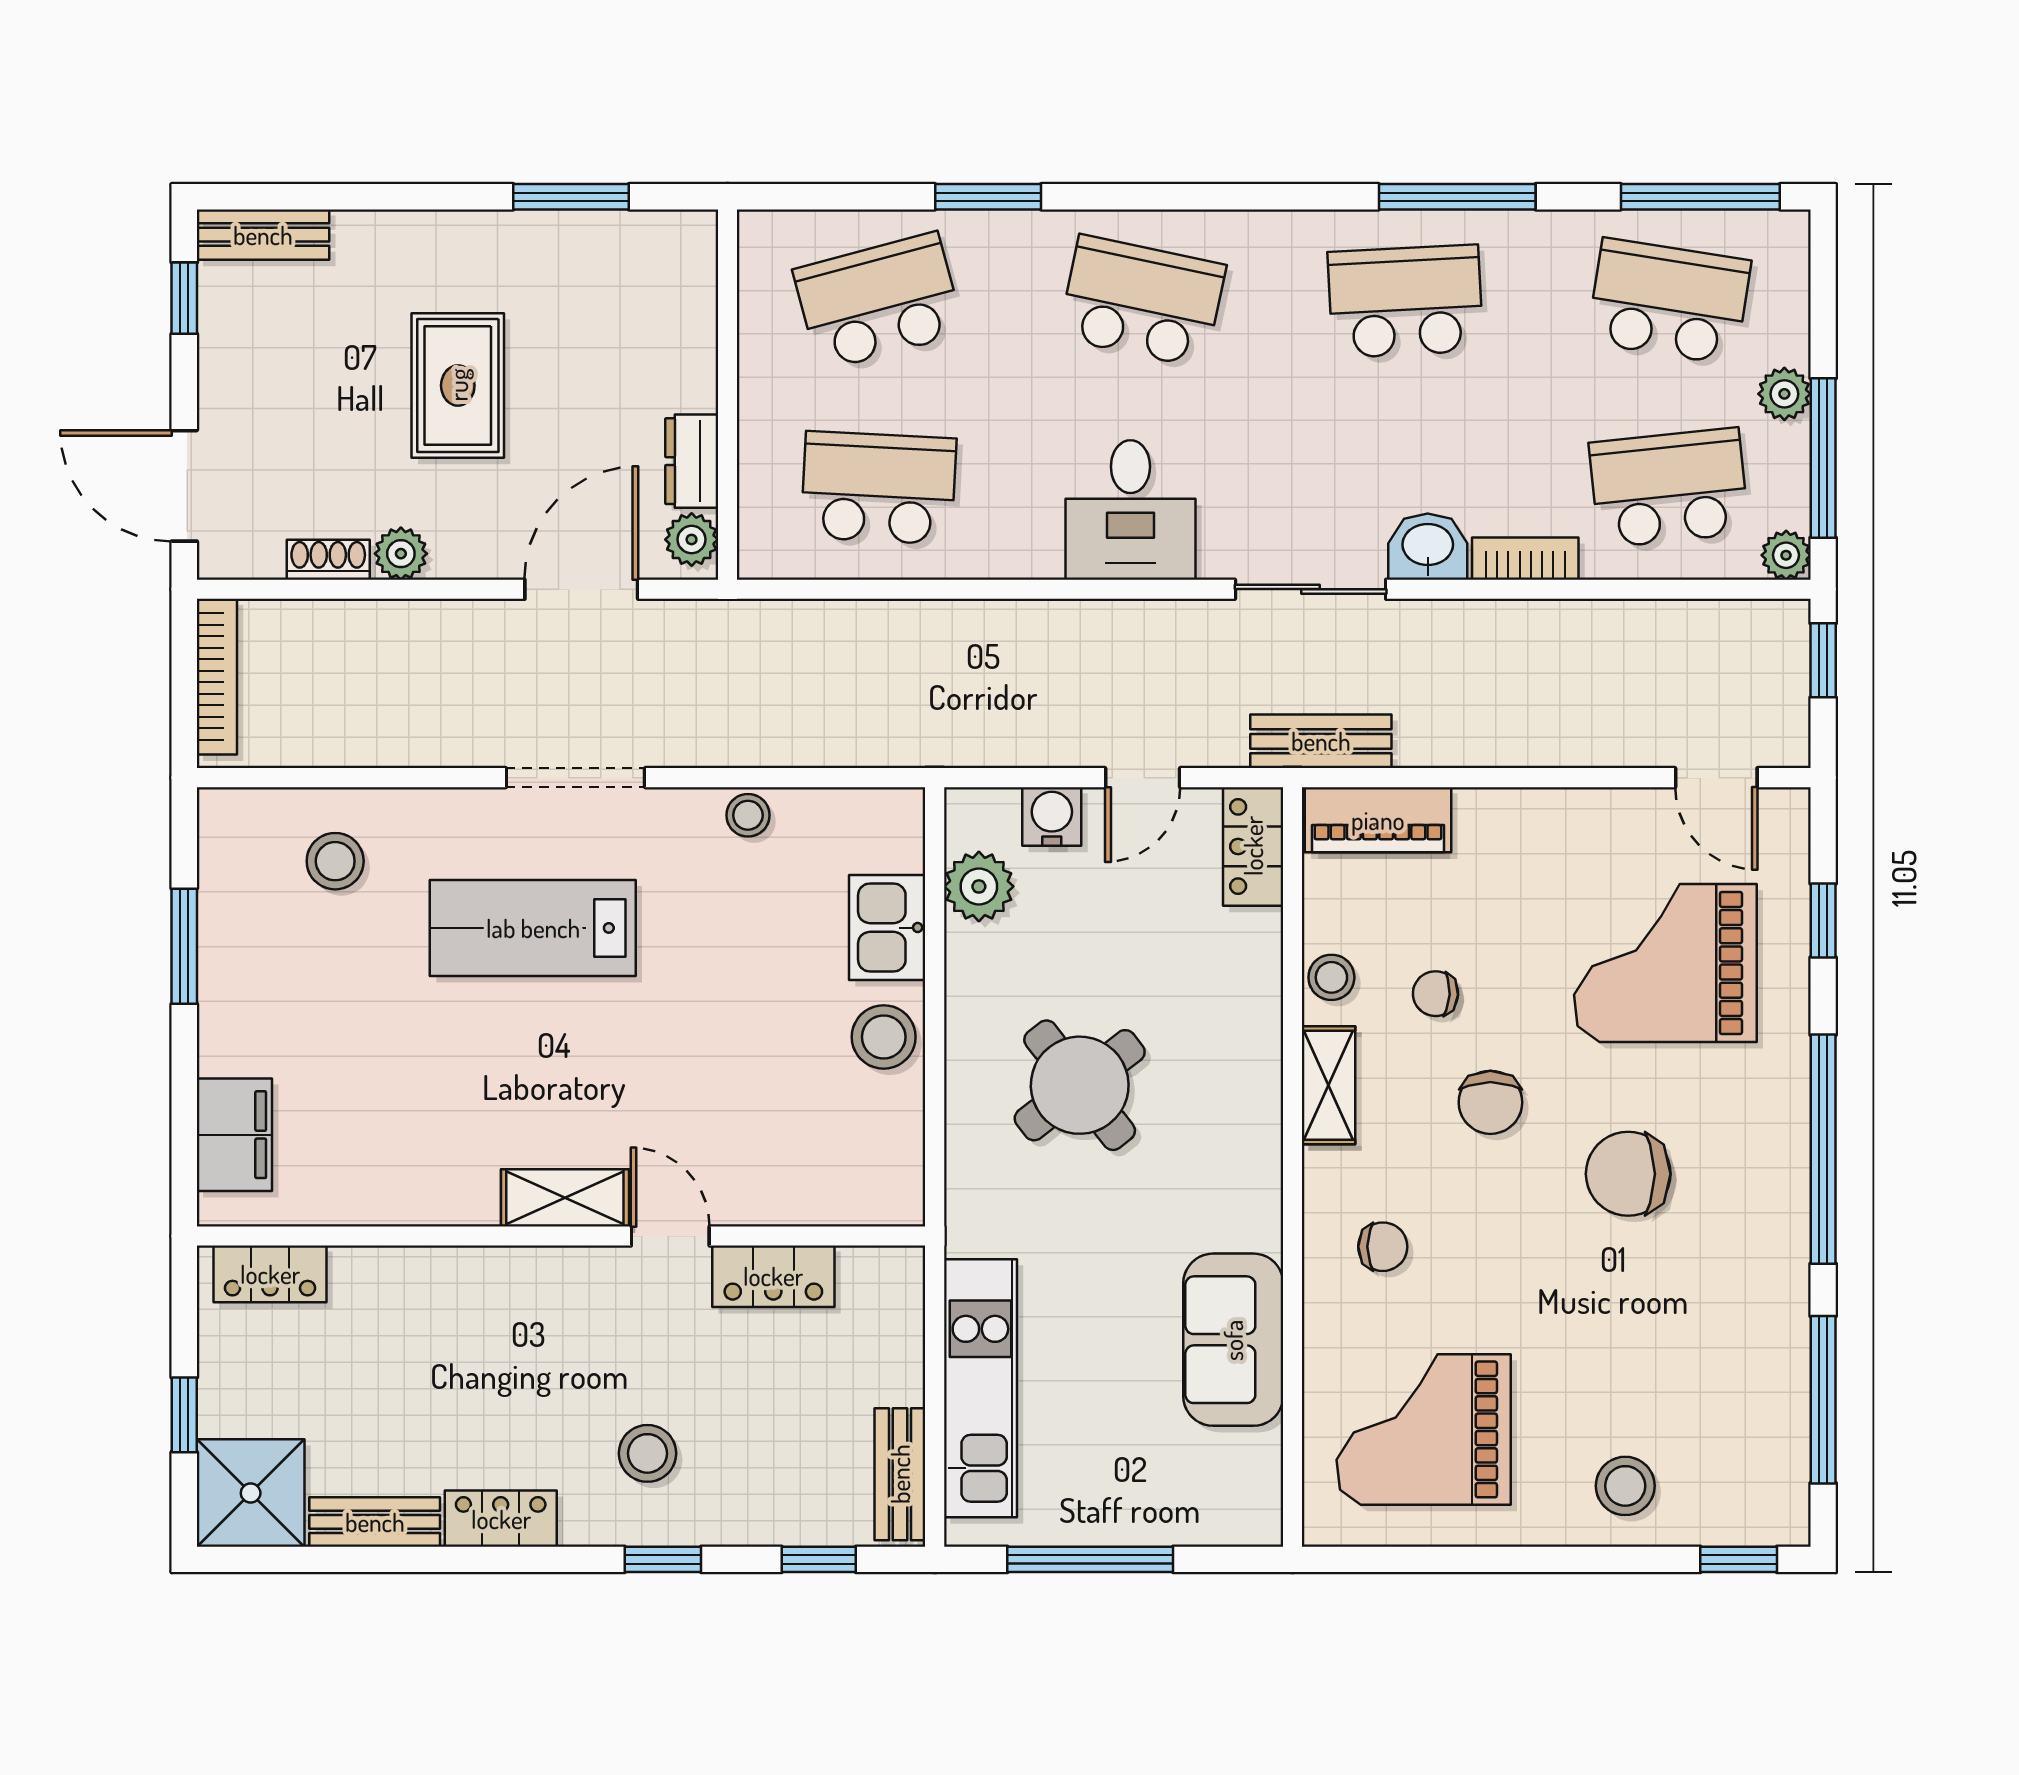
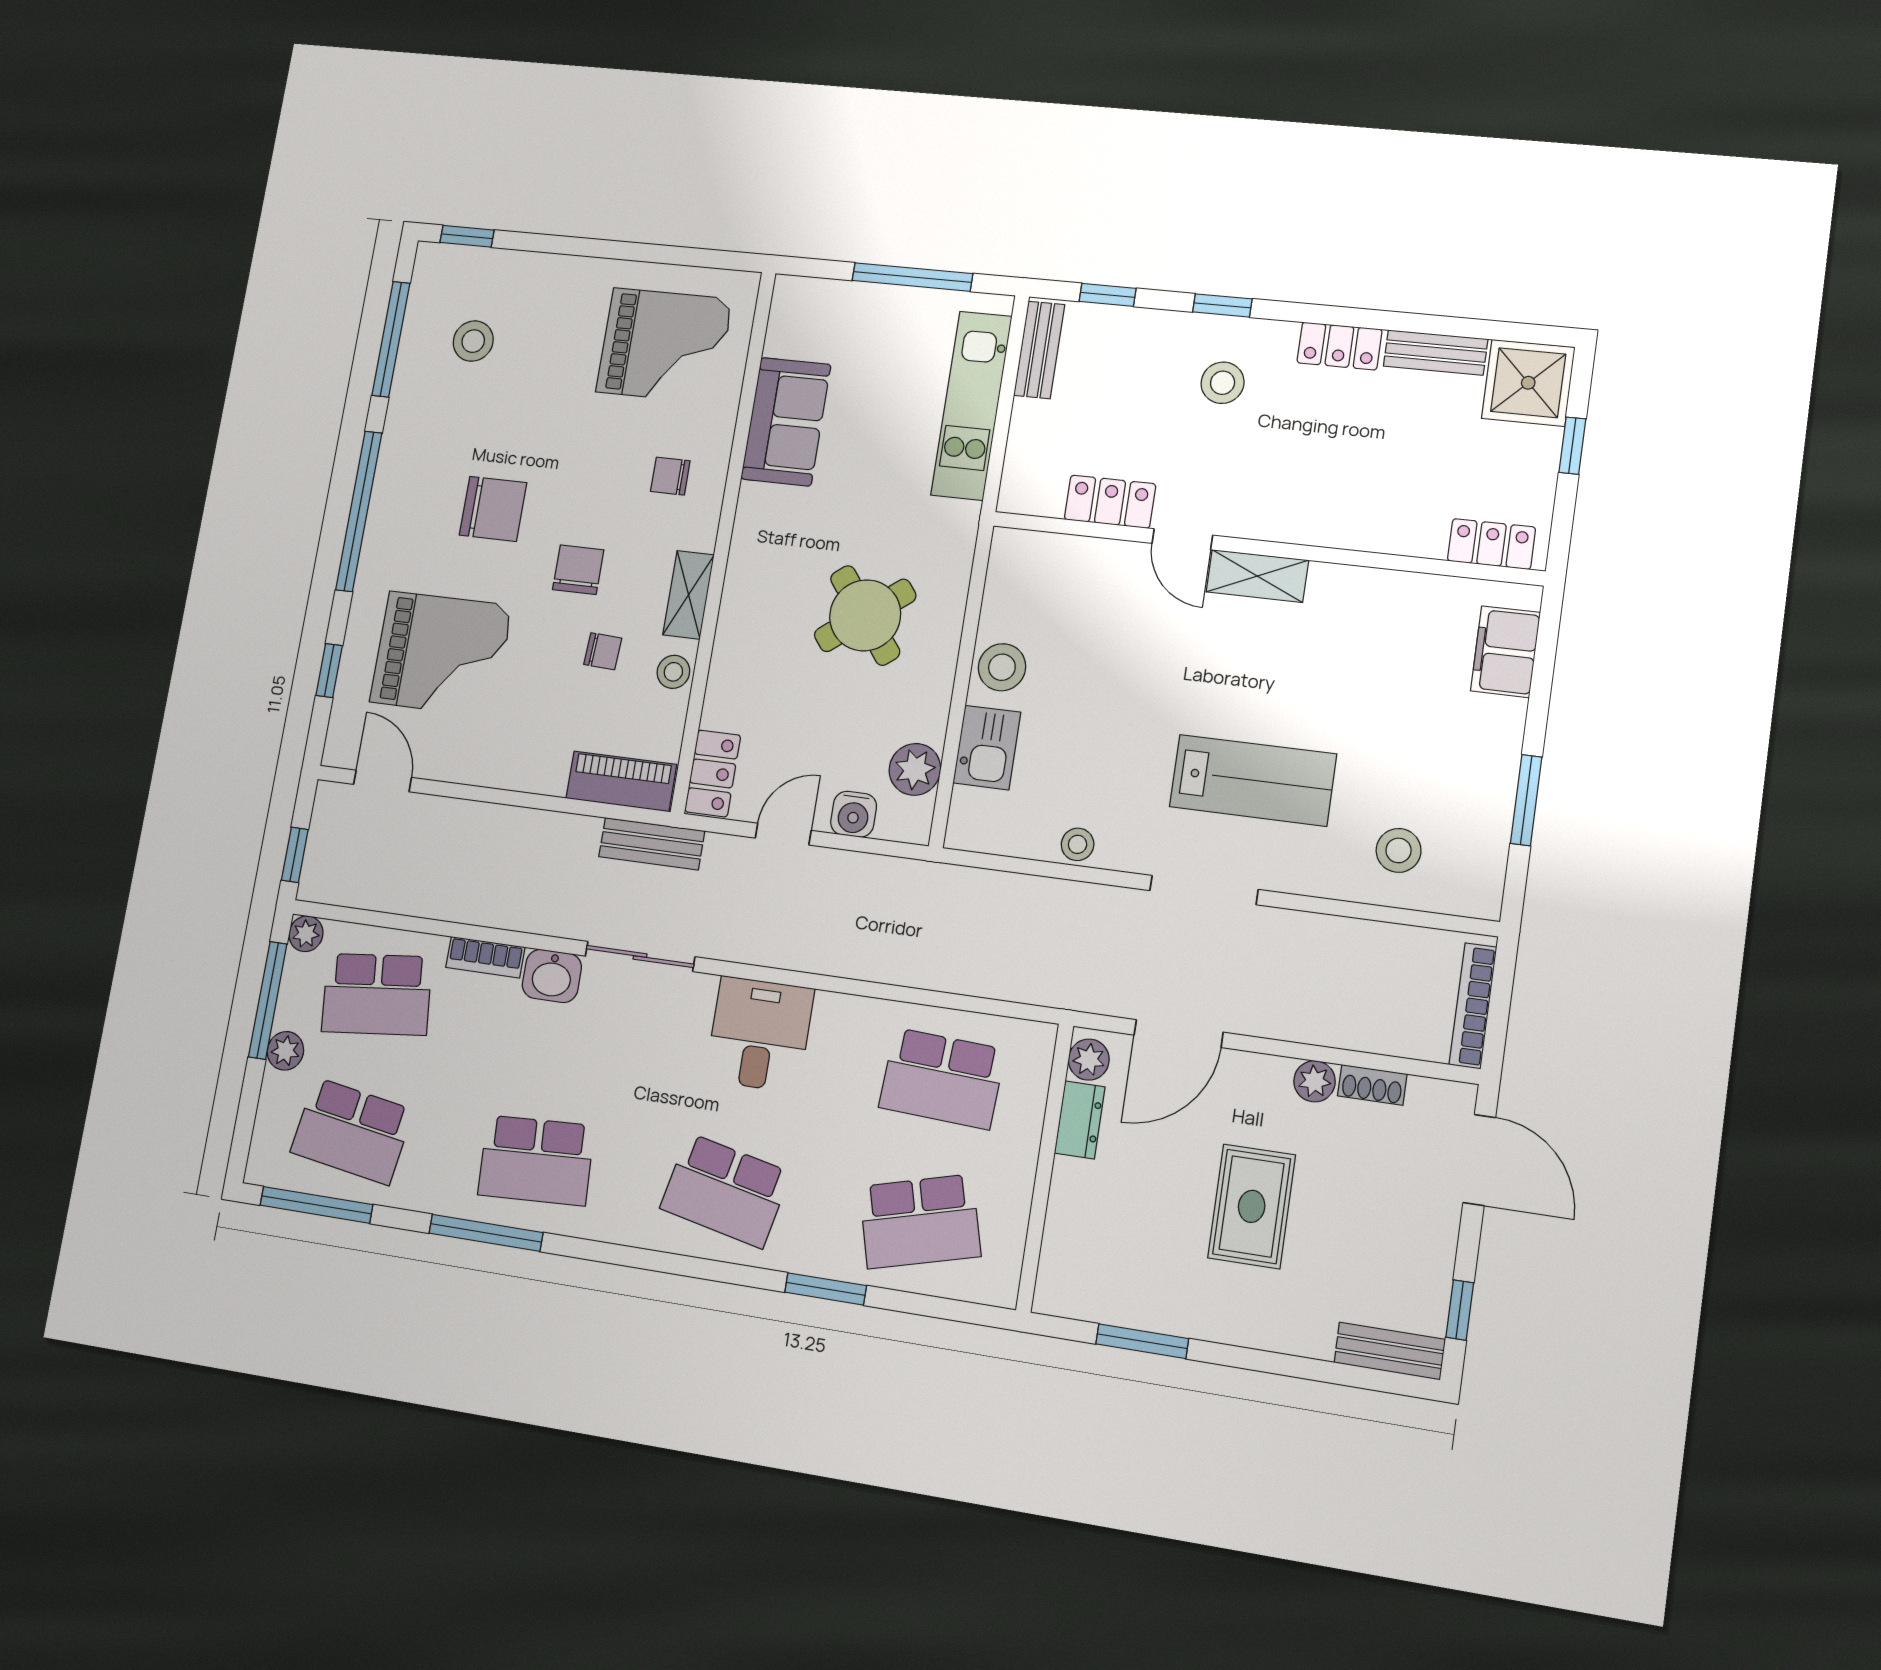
stool: (1625, 1486) -> (473, 341), moved

